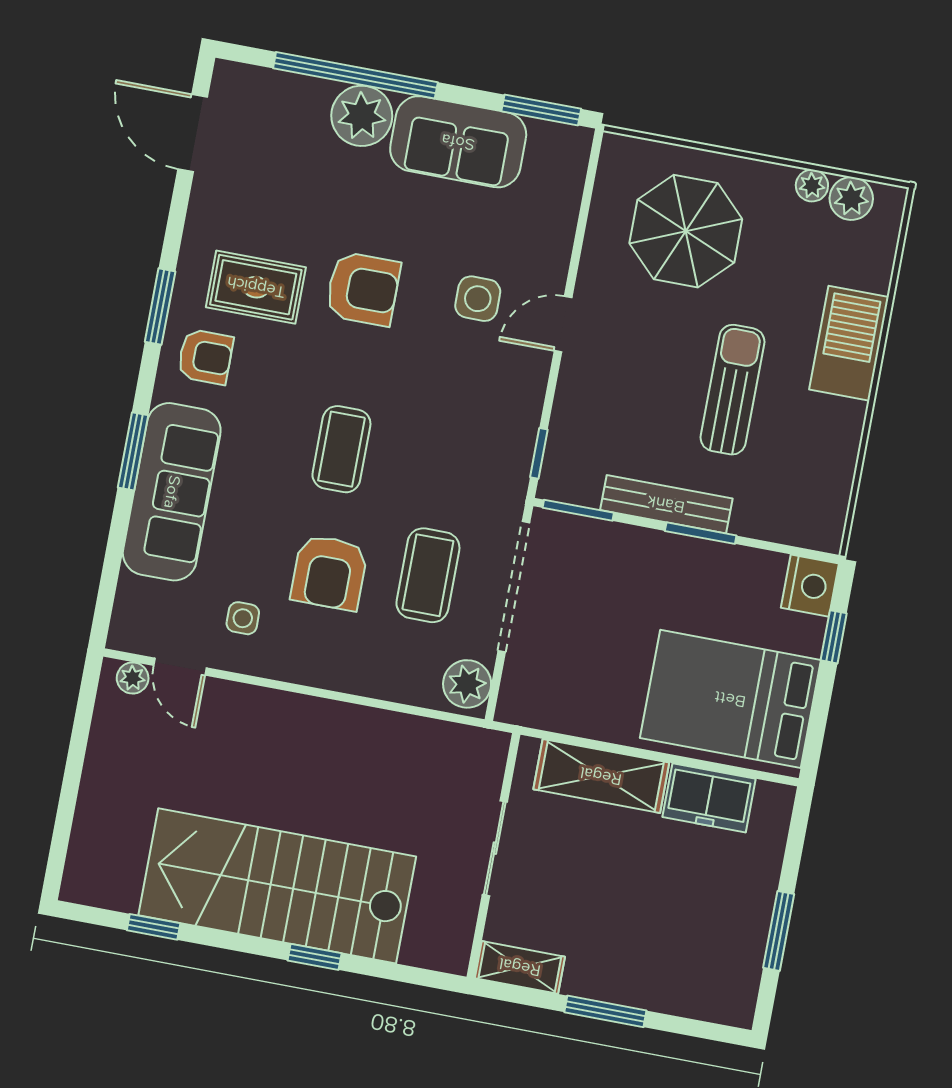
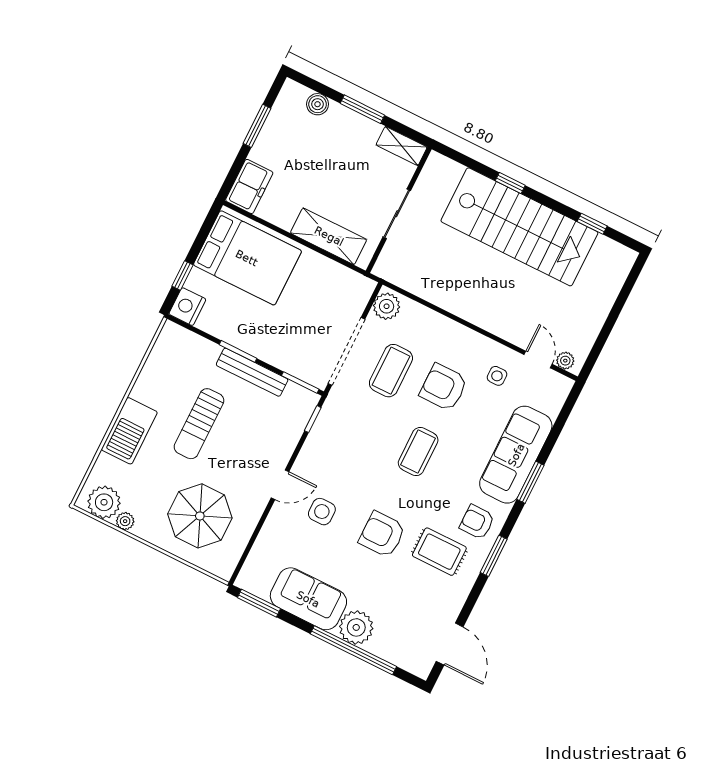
plant: (851, 199) -> (104, 502), width x1.36, depth x1.36
armchair: (329, 572) -> (444, 387), turned -90
freezer: (709, 798) -> (249, 186), moved, turned 90
boiler: (685, 998) -> (318, 104), added

